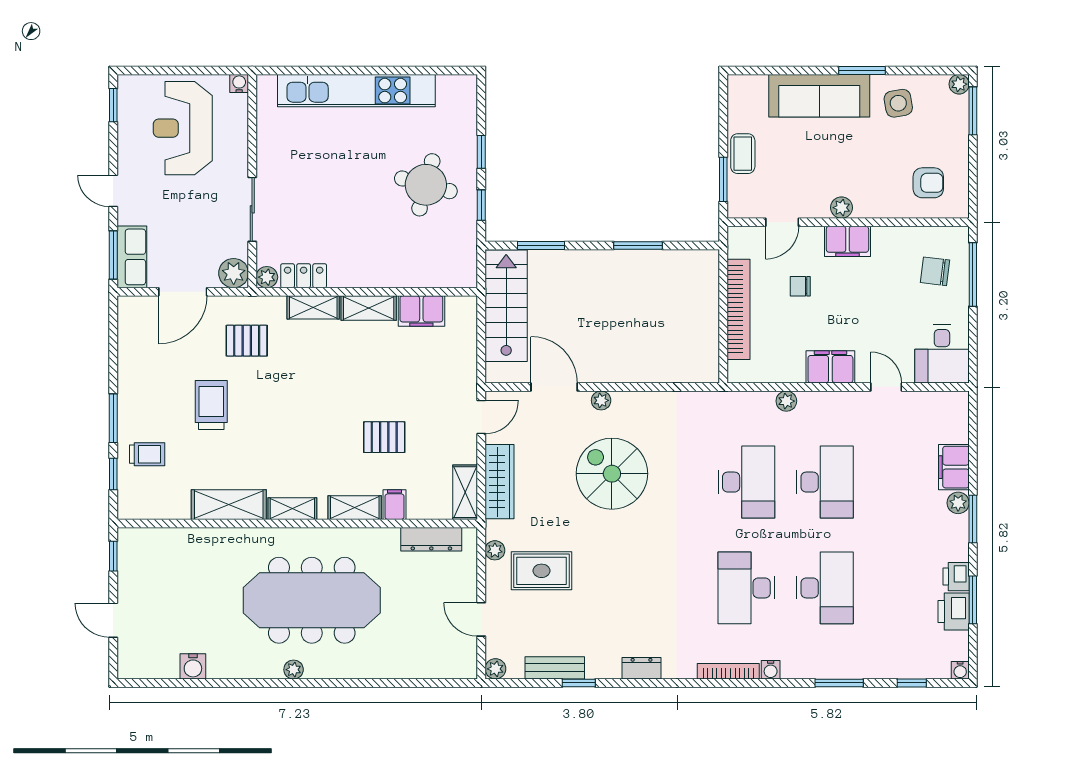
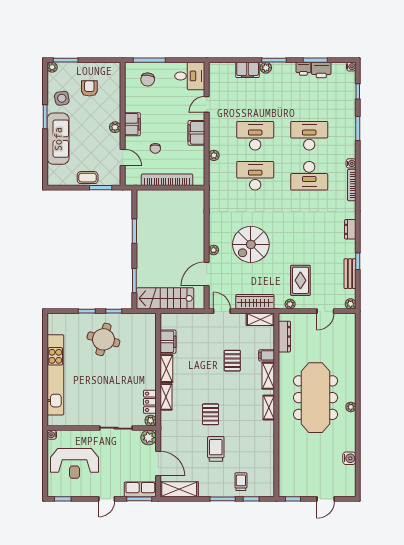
armchair: (928, 183) -> (89, 88), moved
pallet: (247, 341) -> (211, 414), moved
trolley: (211, 405) -> (216, 449), turned 90
shelving: (229, 505) -> (179, 489), moved, turned 90

